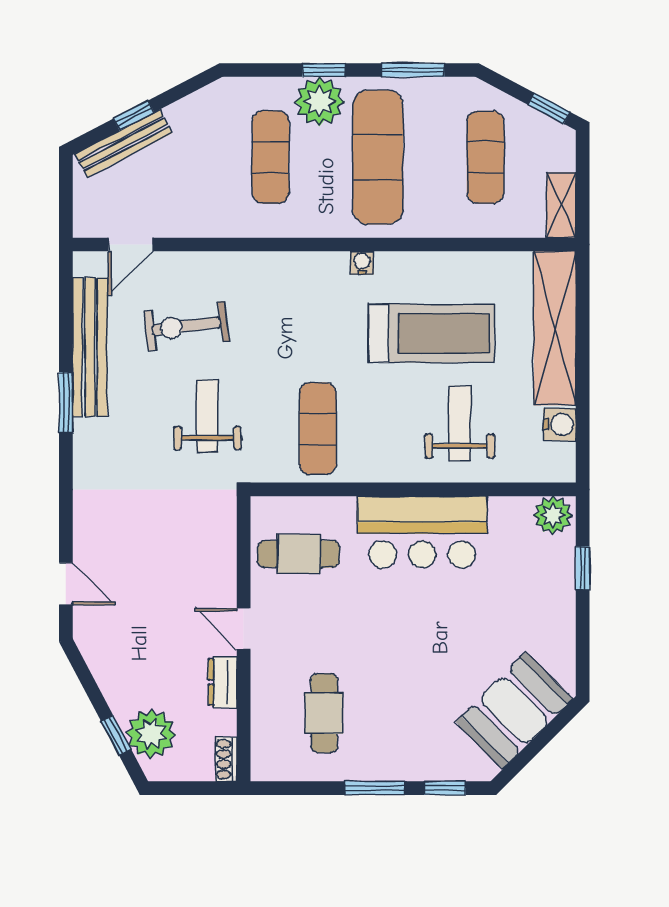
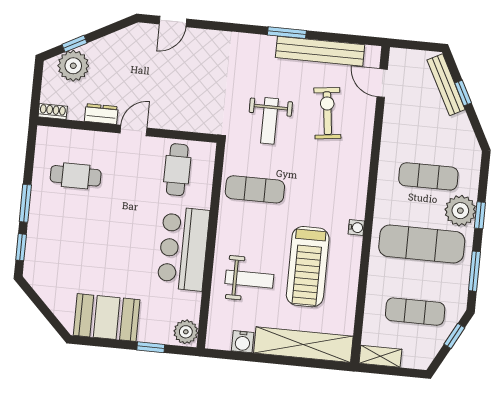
window: (549, 108) -> (454, 336), moved
weight bench: (208, 416) -> (269, 121), turned 90
booth: (514, 710) -> (107, 318), moved, turned -45

